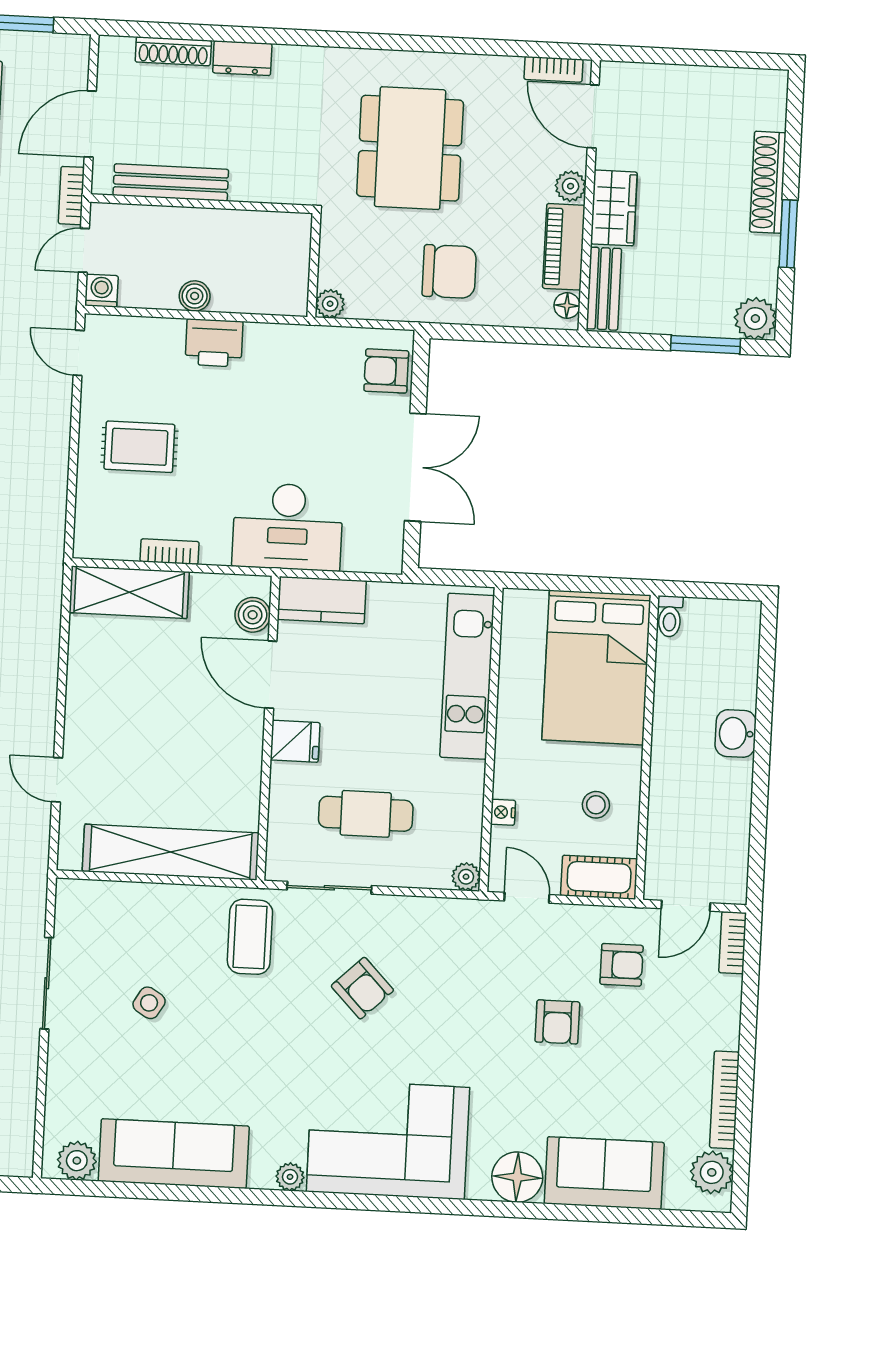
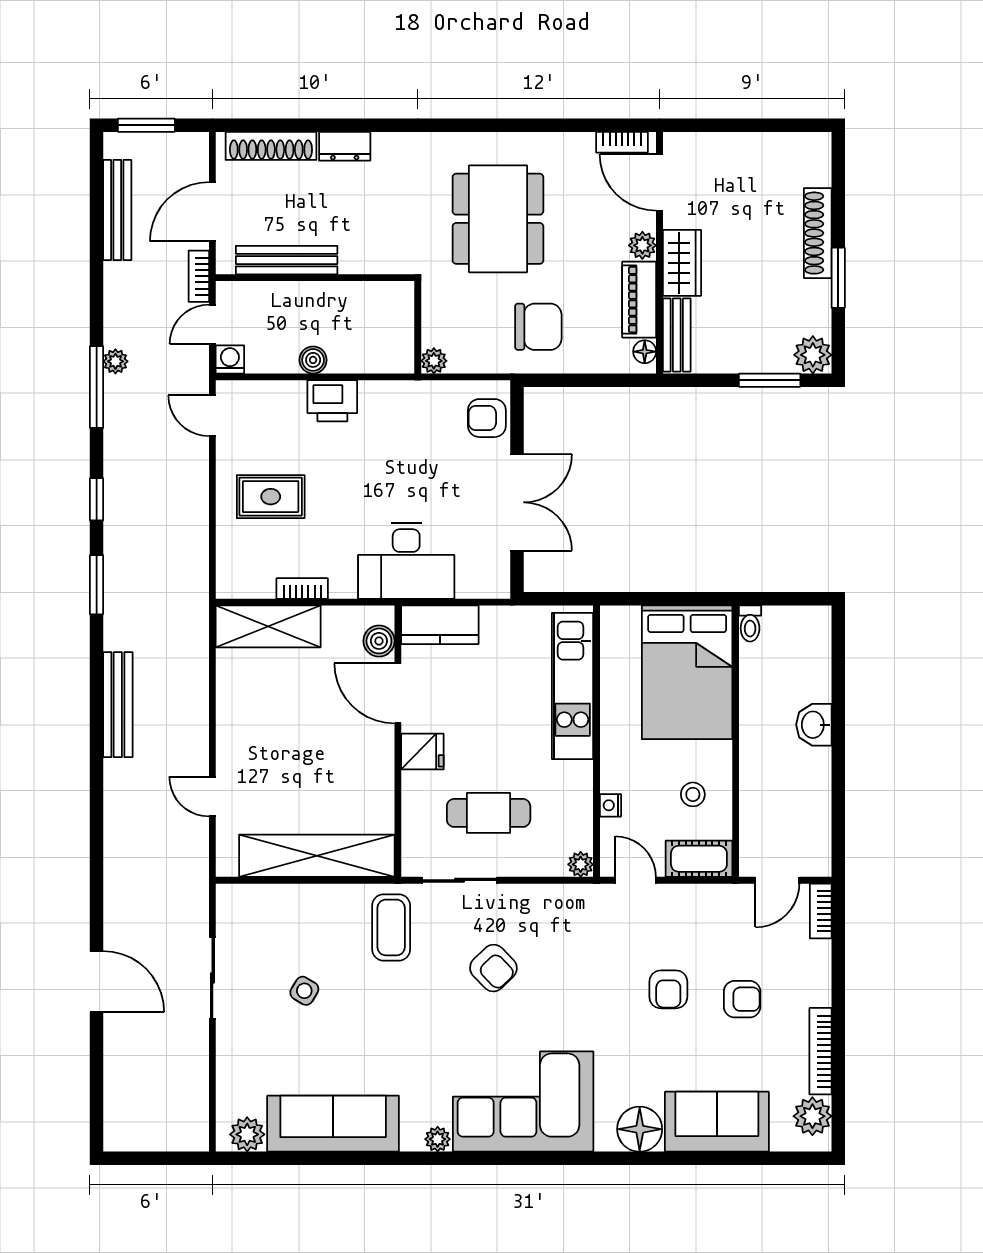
shoe rack: (173, 51) -> (271, 146), width x1.36, depth x1.24
armchair: (622, 965) -> (742, 999), moved

